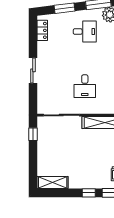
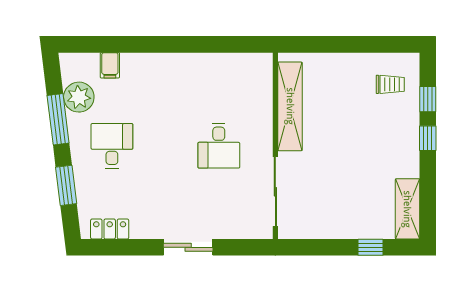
desk: (85, 86) -> (219, 146), turned 90
window: (33, 134) -> (370, 247), moved

